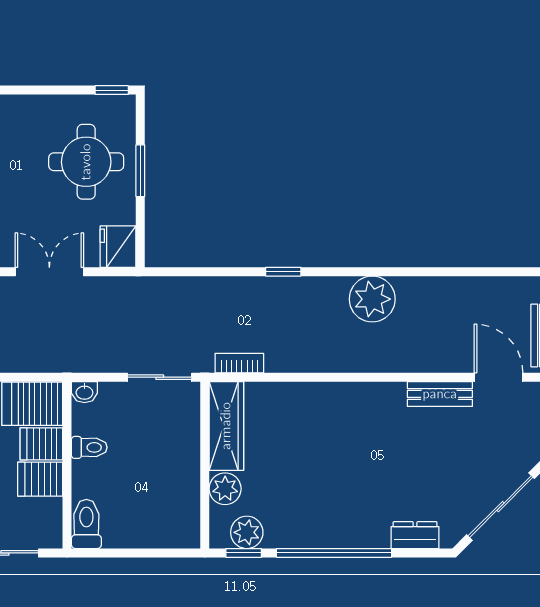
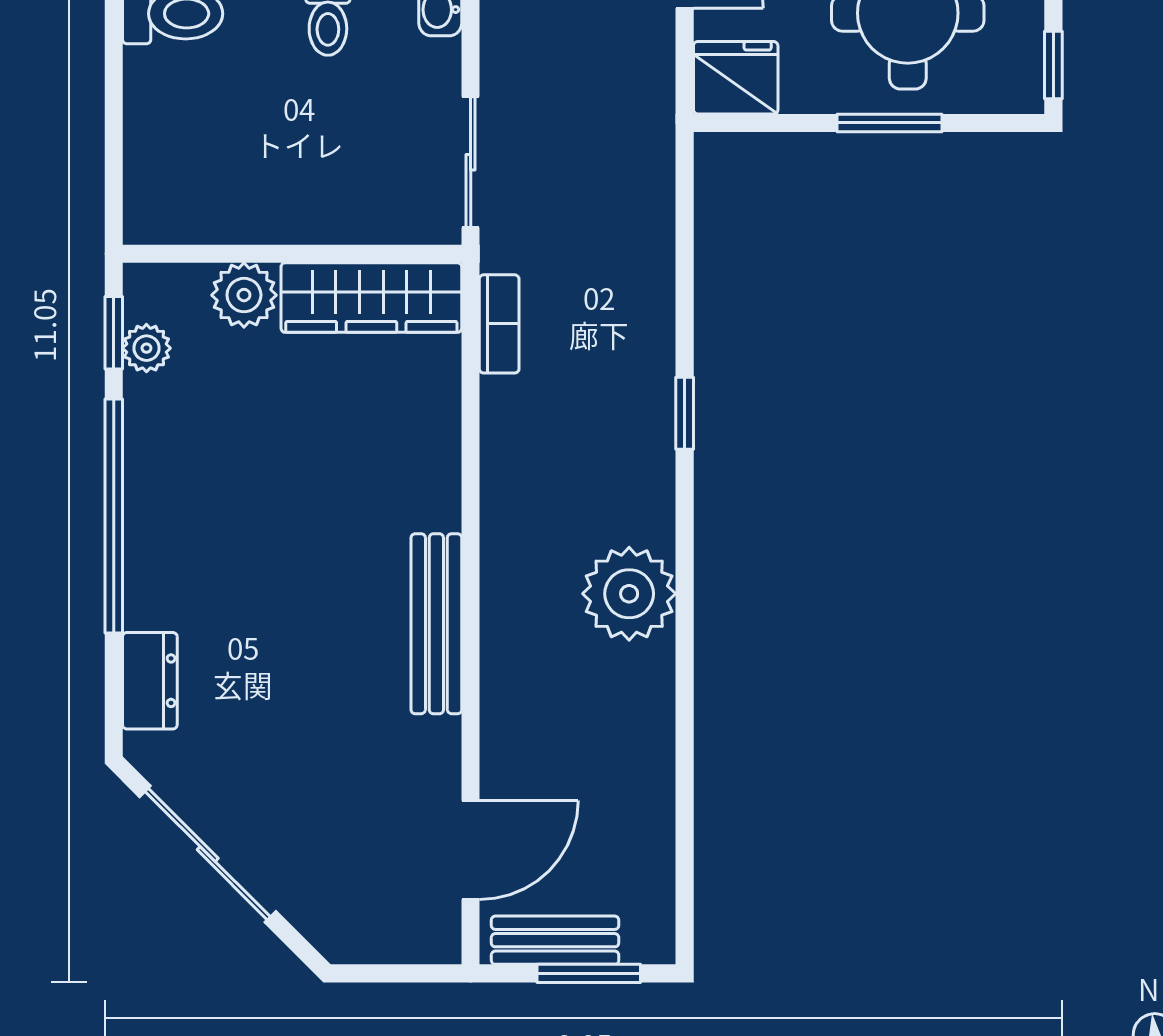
bench: (440, 394) -> (436, 624), moved, width x1.36
plant: (247, 532) -> (146, 348), width x0.73, depth x0.73

